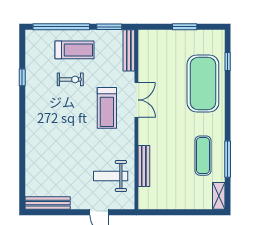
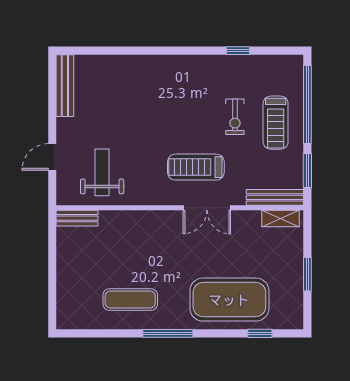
window: (228, 159) -> (168, 333), moved
bench: (144, 166) -> (77, 218), moved, width x0.73
shelving: (219, 196) -> (280, 219), moved

